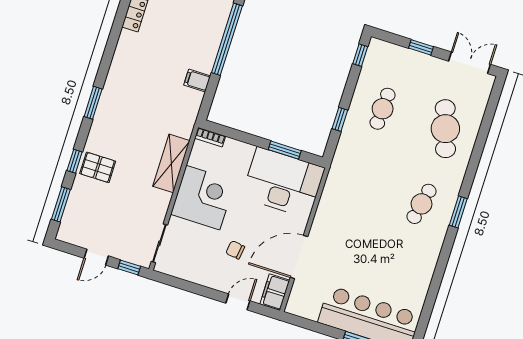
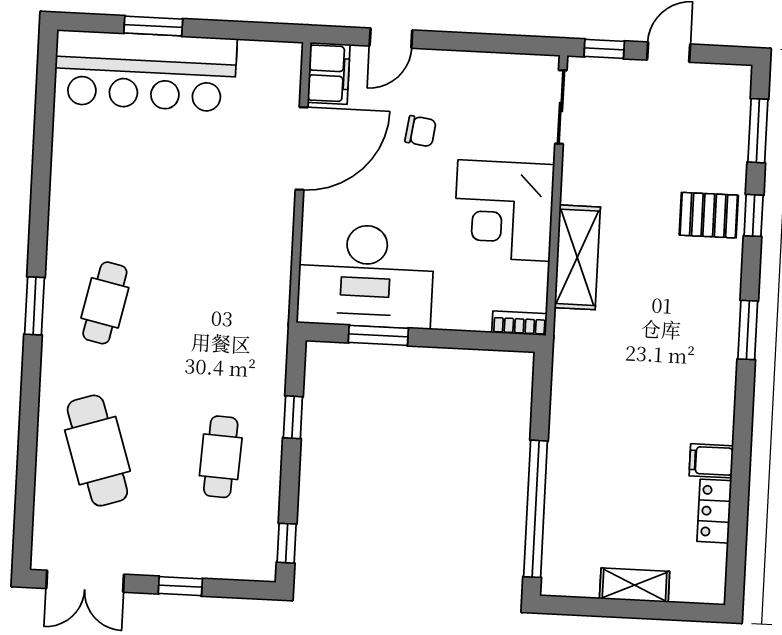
filing cabinet: (197, 80) -> (711, 461), moved, turned 180

